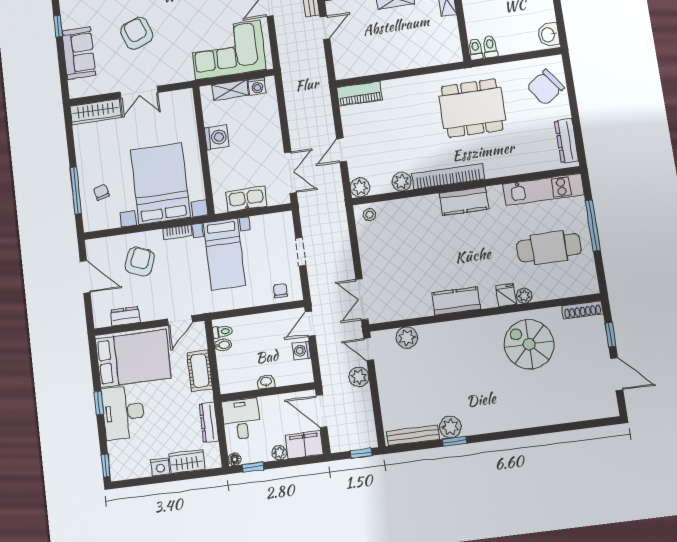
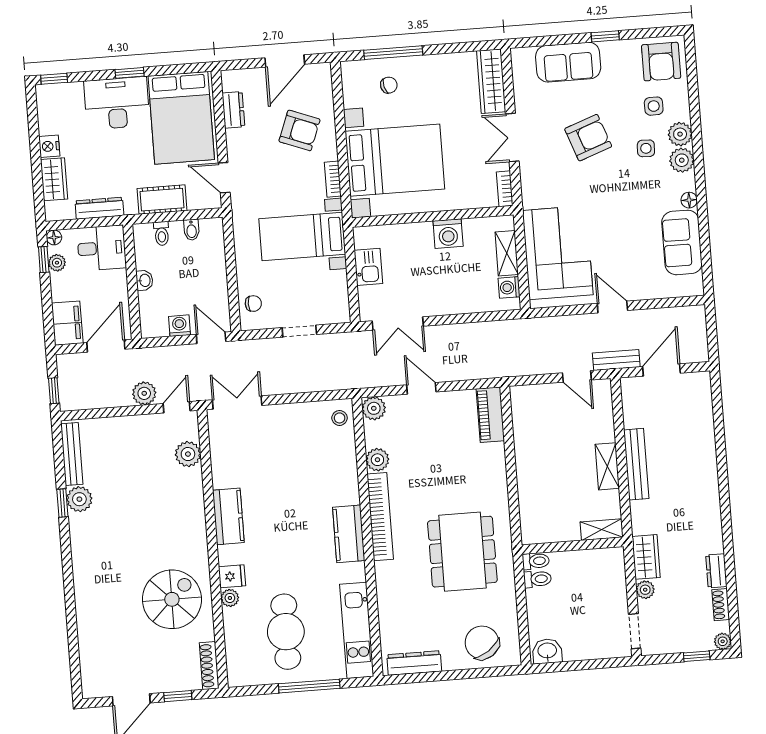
bookcase: (179, 95) -> (505, 189), added
kitchen sink: (246, 199) -> (368, 267), width x0.73
toilet: (223, 332) -> (162, 234), moved
plant: (279, 453) -> (57, 263), moved

